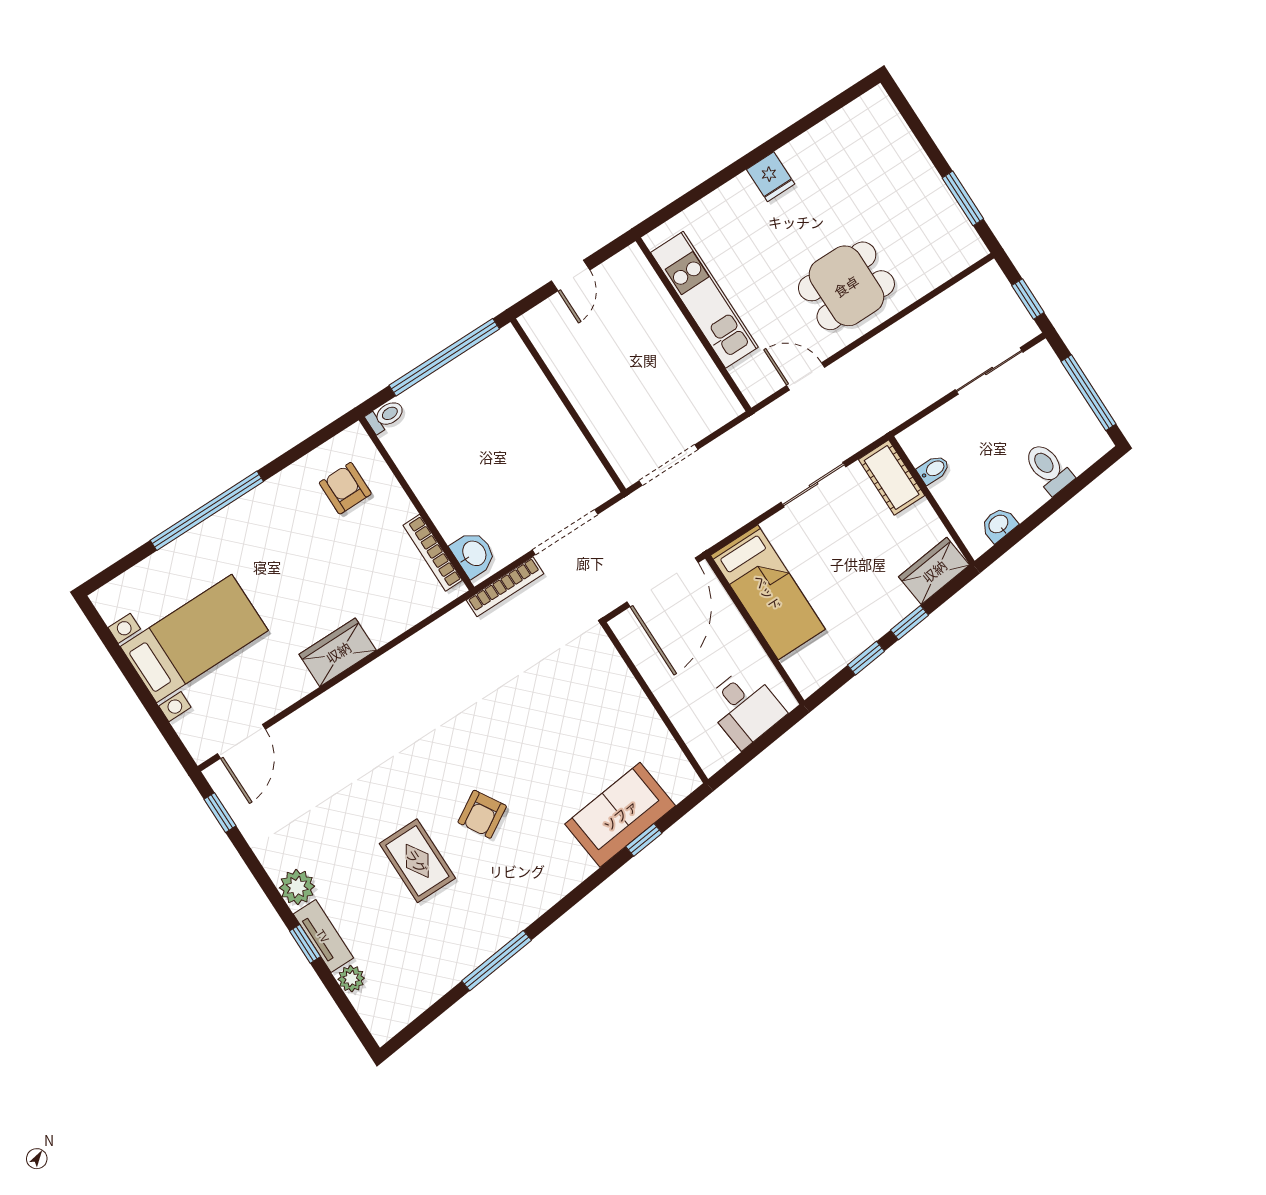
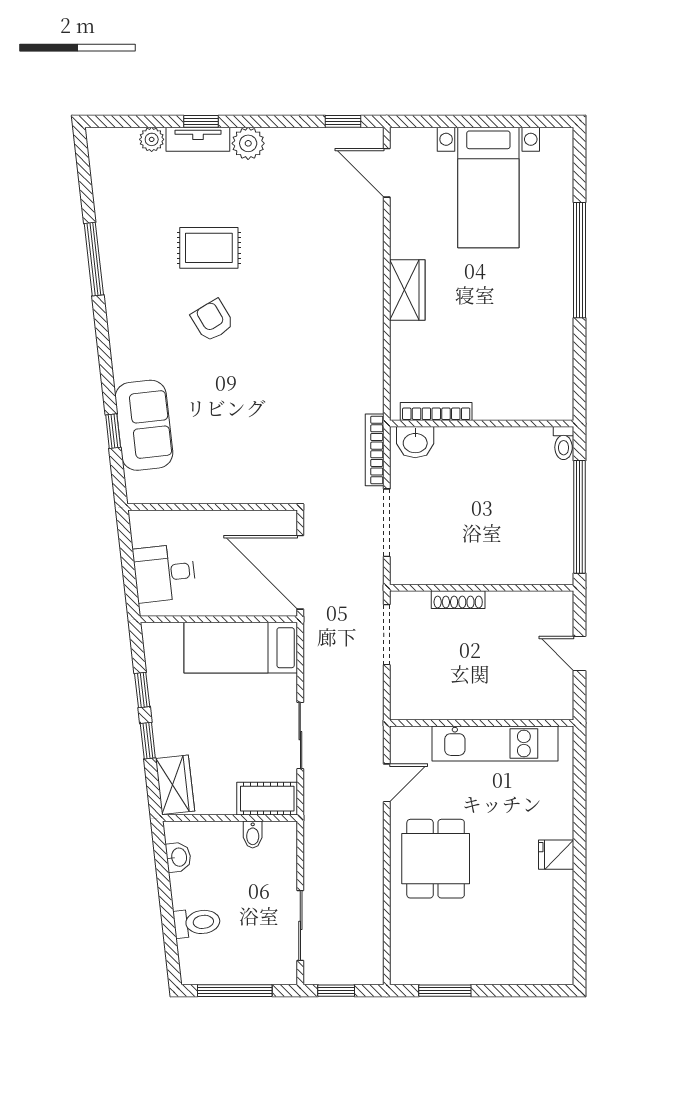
shoe rack: (593, 420) -> (458, 600), added
armchair: (345, 488) -> (528, 377), removed

